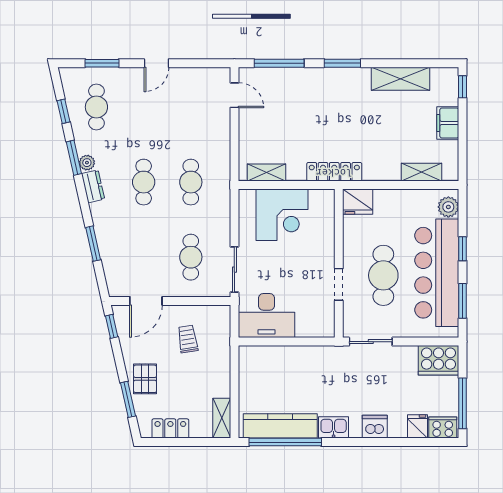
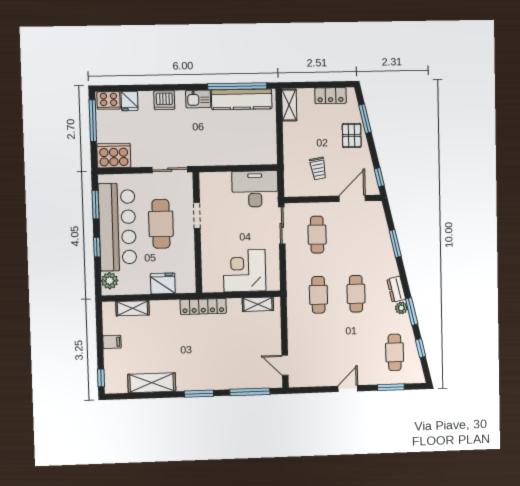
filing cabinet: (448, 123) -> (112, 342), width x0.50
fridge: (358, 202) -> (163, 283), moved

